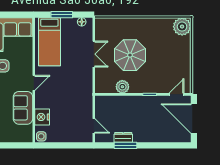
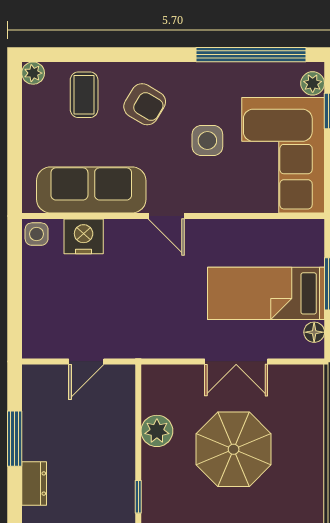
bed: (49, 42) -> (266, 293), moved
sofa: (23, 108) -> (91, 190), width x1.36
door: (94, 126) -> (86, 361), moved
dresser: (123, 137) -> (34, 483), moved

